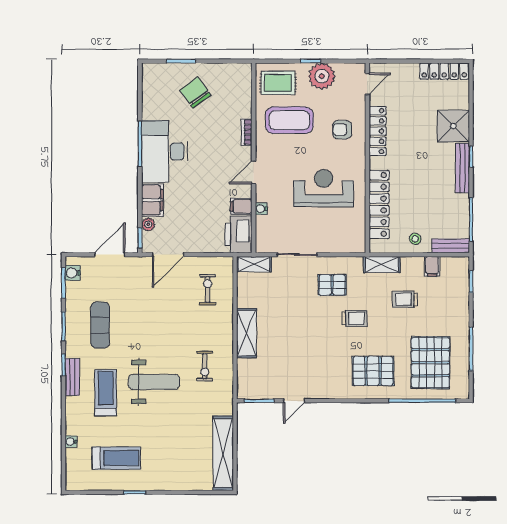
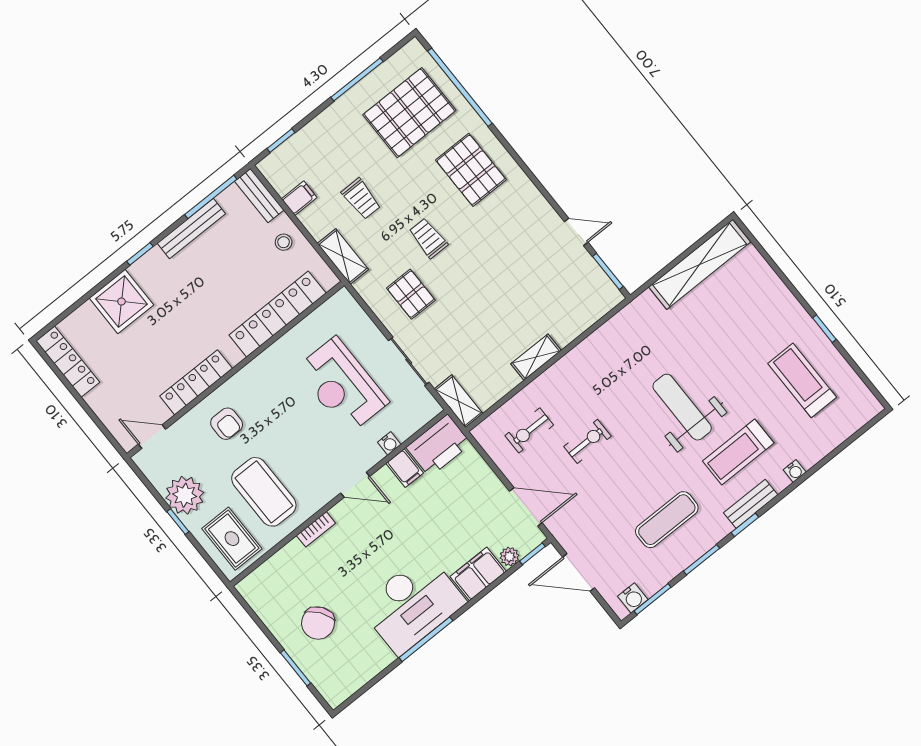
bench: (462, 168) -> (191, 229), moved
reception desk: (324, 188) -> (342, 385), moved
shelving: (247, 333) -> (536, 357), width x0.67, depth x0.75
exercise bike: (205, 366) -> (587, 441), moved
water cooler: (71, 442) -> (795, 471), moved

